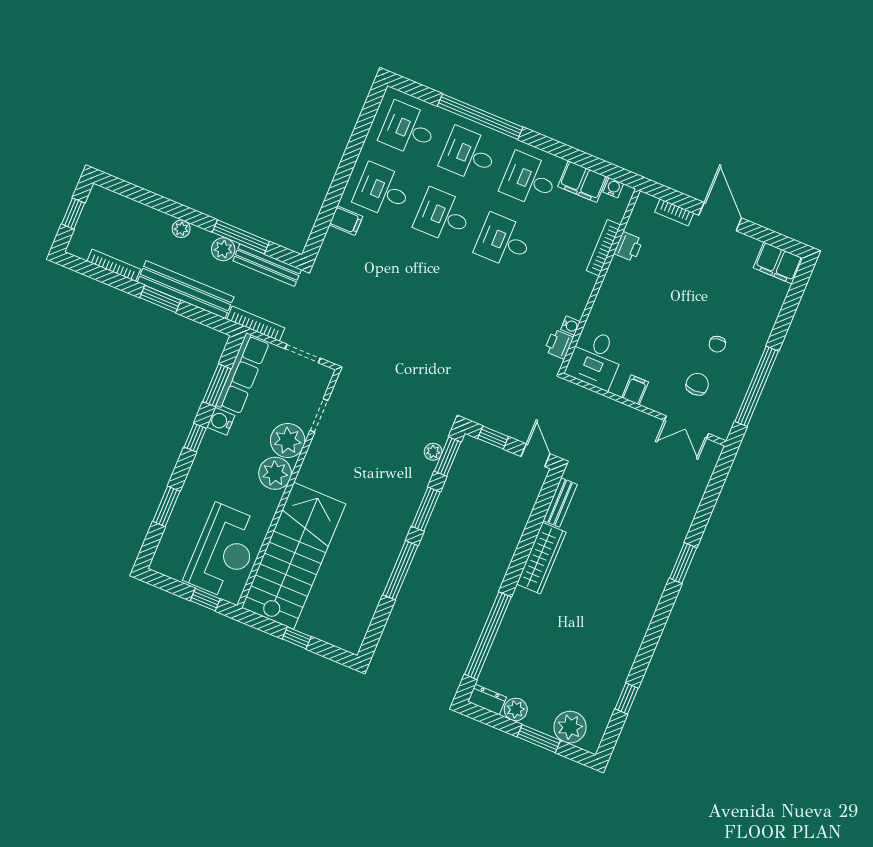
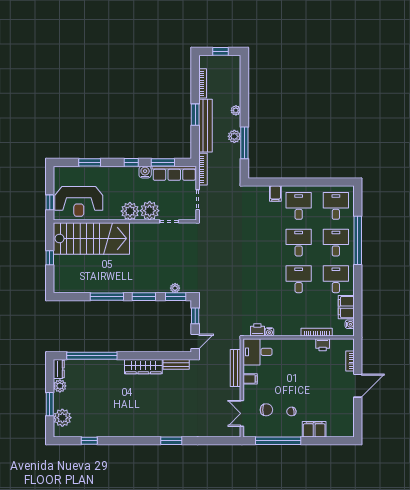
filing cabinet: (778, 263) -> (314, 429), moved, turned 90
bench: (267, 265) -> (236, 368), moved

